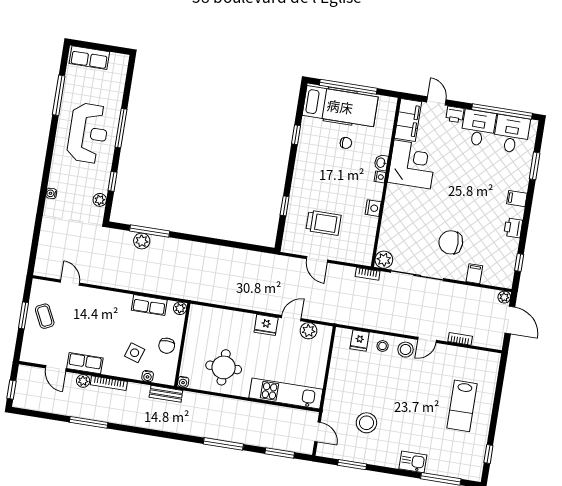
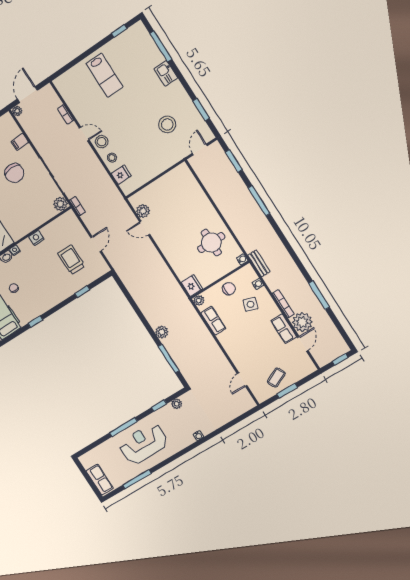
plant: (142, 241) -> (162, 332), moved
fridge: (266, 325) -> (192, 286), moved
plant: (83, 381) -> (302, 322), width x1.87, depth x1.87
kitchen unit: (286, 393) -> (193, 190), removed
lab bench: (462, 406) -> (105, 75), turned 90

